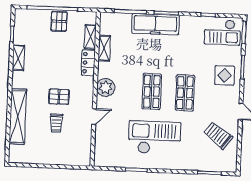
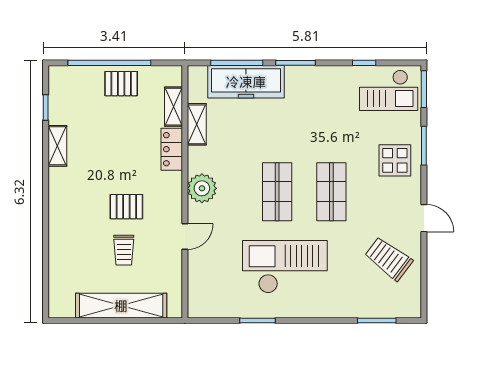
pallet: (59, 21) -> (121, 84), turned 90
freezer: (155, 24) -> (246, 82), moved
shelving: (18, 117) -> (121, 306), moved, turned 90

